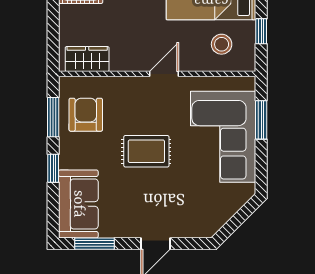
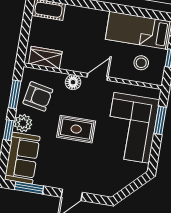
floor lamp: (131, 87) -> (73, 82), added
armchair: (86, 115) -> (38, 96), turned 101
plant: (71, 155) -> (23, 123), added

